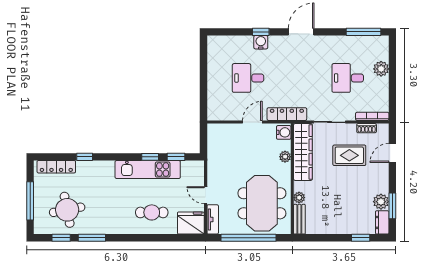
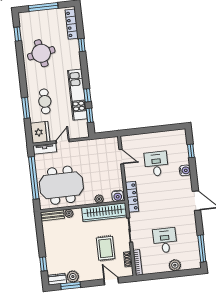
window: (261, 32) -> (191, 151), moved
door: (252, 122) -> (121, 157), moved
round table: (67, 210) -> (41, 53), moved
window: (92, 238) -> (26, 108), moved

